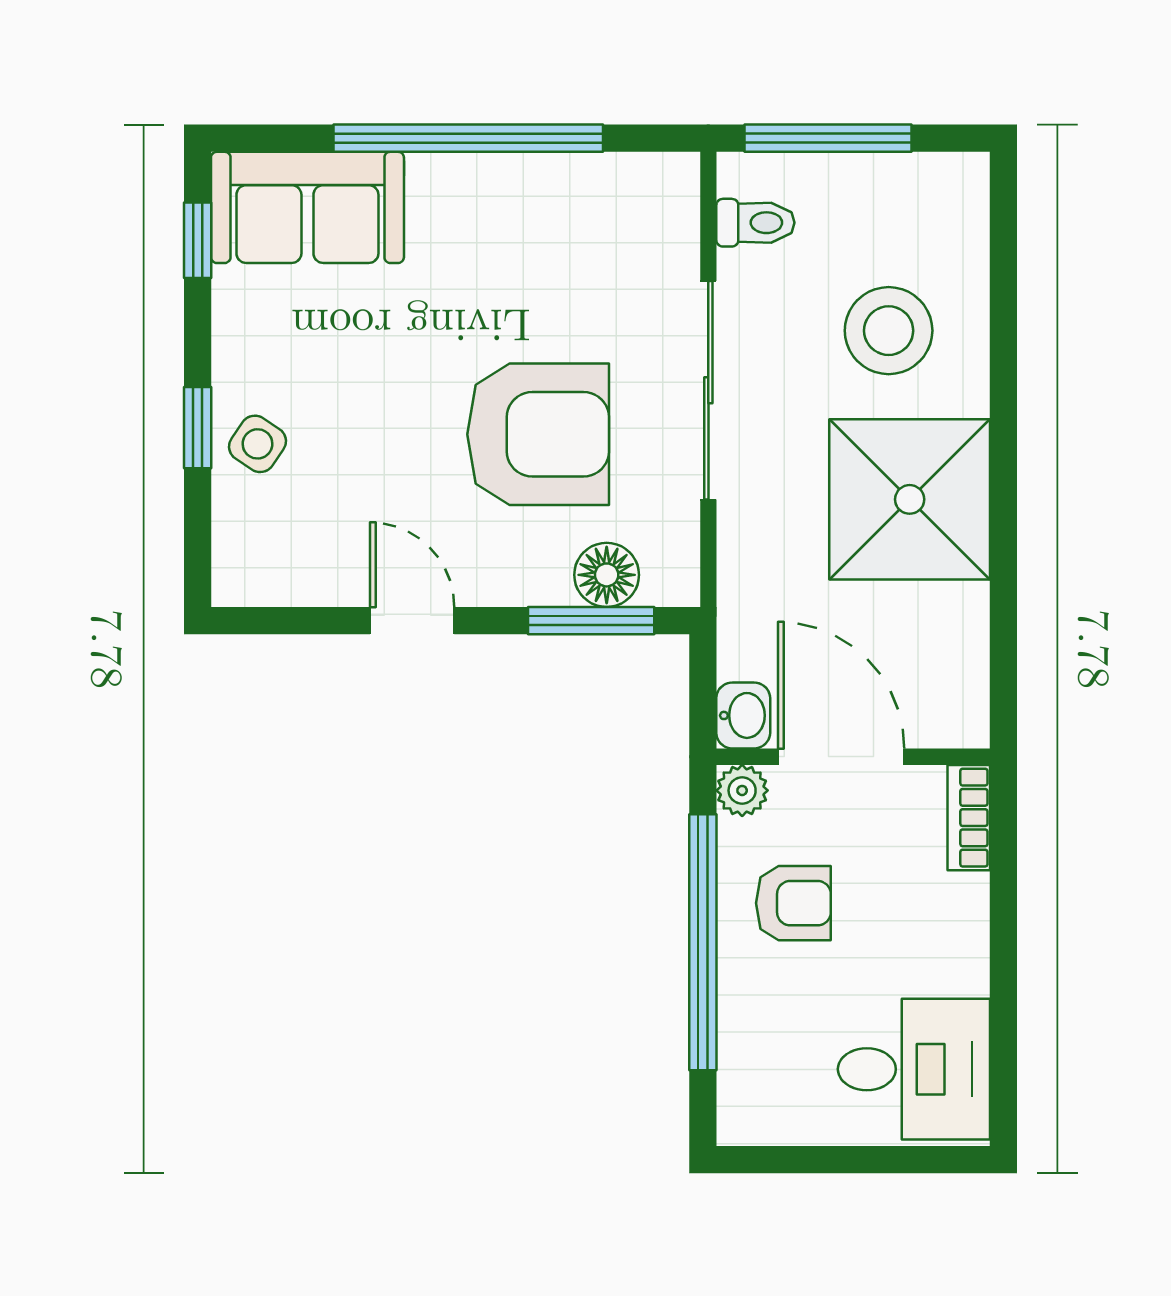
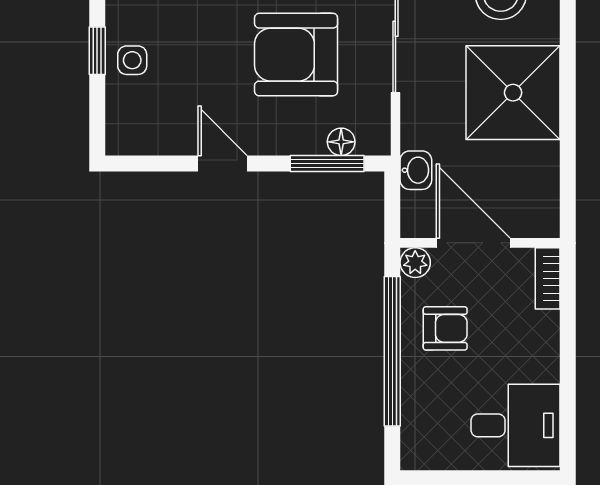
armchair: (538, 434) -> (296, 55), turned 180
side table: (257, 444) -> (132, 60), turned -34
floor lamp: (607, 575) -> (341, 142), width x0.73, depth x0.73
washbasin: (743, 715) -> (416, 170), moved

